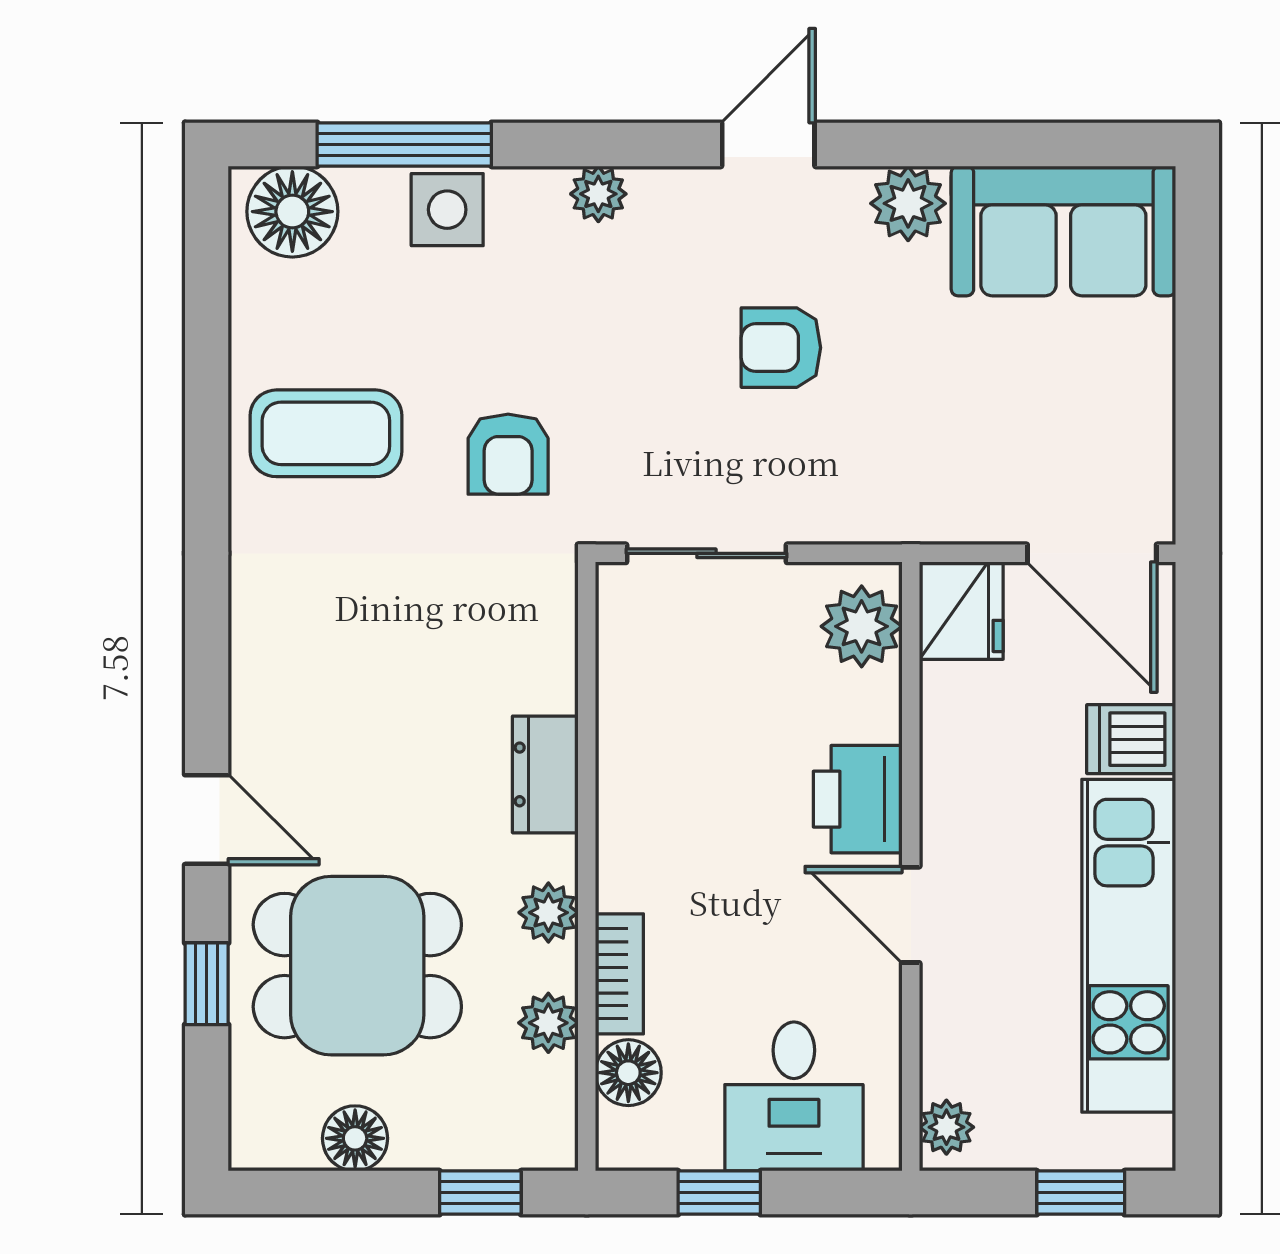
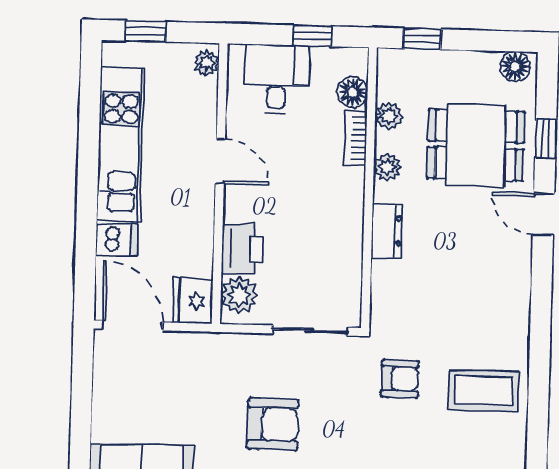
armchair: (781, 348) -> (273, 424), width x1.38, depth x1.38
armchair: (508, 454) -> (400, 379), turned 90
printer: (858, 799) -> (242, 249), moved
floor lamp: (355, 1138) -> (515, 66), moved

